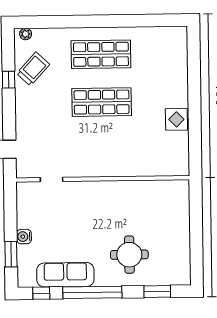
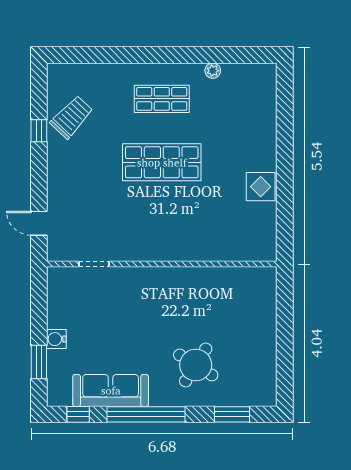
plant: (26, 34) -> (213, 71), moved
shop shelf: (101, 54) -> (162, 99), width x0.70, depth x0.74
round table: (129, 255) -> (196, 365), turned 32

